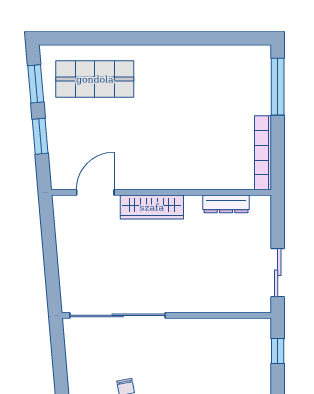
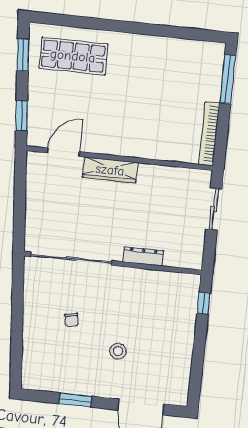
window: (40, 136) -> (22, 116), moved
dresser: (226, 204) -> (143, 256), moved, turned 180
sliding door: (278, 273) -> (214, 209), moved

